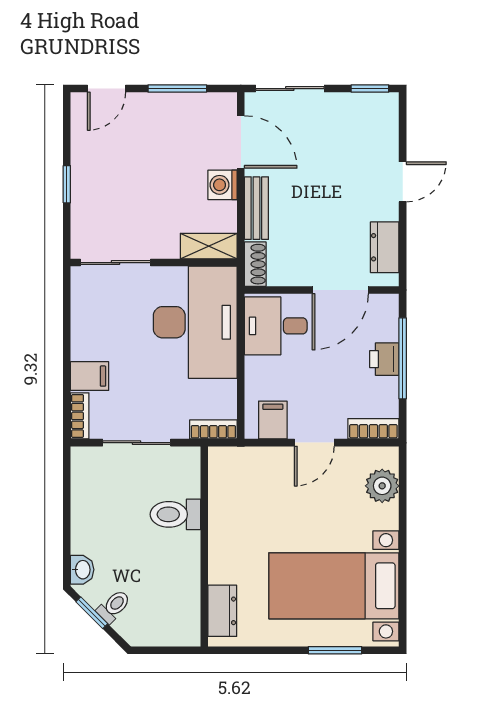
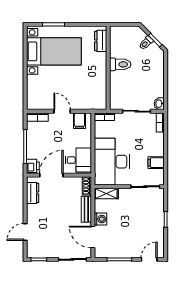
door: (403, 182) -> (25, 232), moved
printer: (384, 359) -> (33, 166), moved
filing cabinet: (90, 376) -> (156, 163), moved
door: (314, 443) -> (62, 111), hinge flipped
plant: (382, 486) -> (34, 93), removed
toilet: (175, 514) -> (120, 64), moved
washbasin: (82, 570) -> (159, 104), moved

